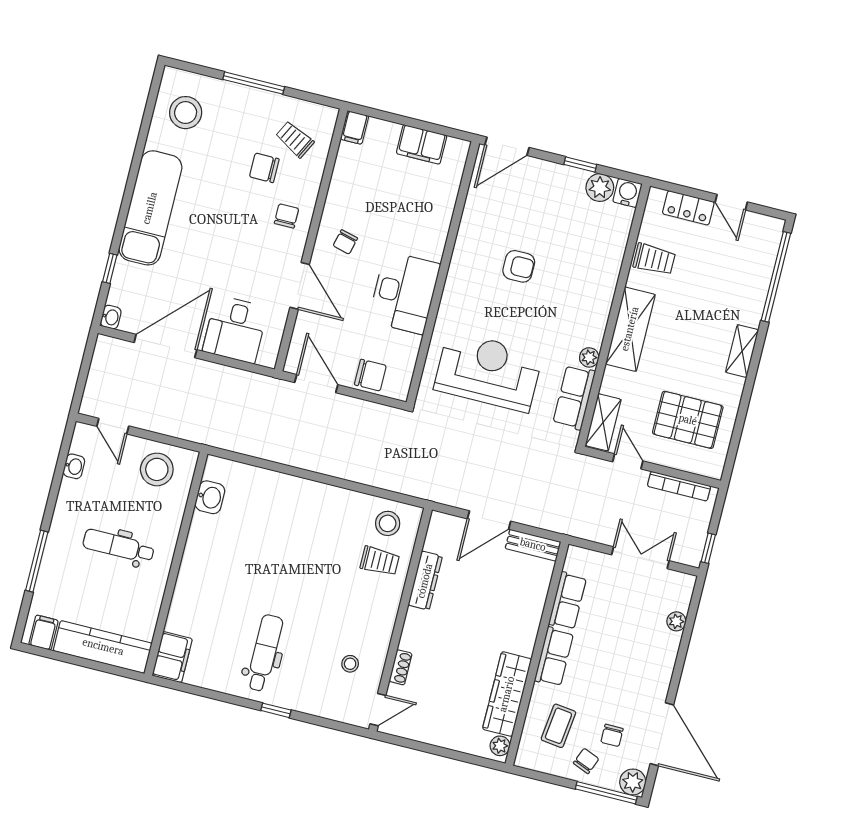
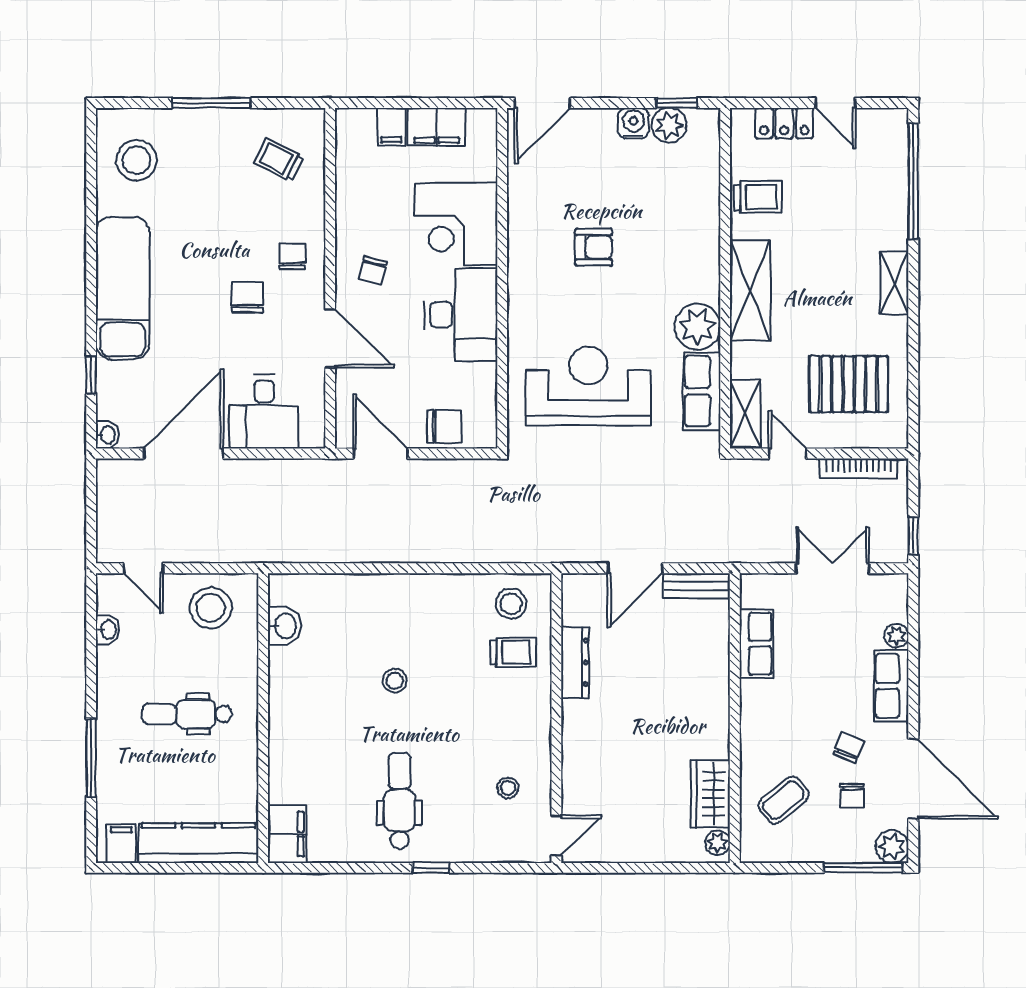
filing cabinet: (355, 127) -> (391, 127), moved
window: (580, 165) -> (677, 103), moved
chair: (264, 168) -> (248, 297), moved, turned 90
water cooler: (627, 193) -> (633, 123), moved
corner desk: (418, 223) -> (456, 224), added
plant: (589, 357) -> (697, 327), width x1.87, depth x1.87
stool: (284, 560) -> (395, 681), added
row of seats: (554, 657) -> (891, 686), moved, turned 180
shoe rack: (401, 667) -> (571, 777), removed
wardrobe: (507, 694) -> (710, 794), width x0.67
coffee table: (558, 726) -> (783, 800), turned 44
chair: (586, 761) -> (849, 747), moved

